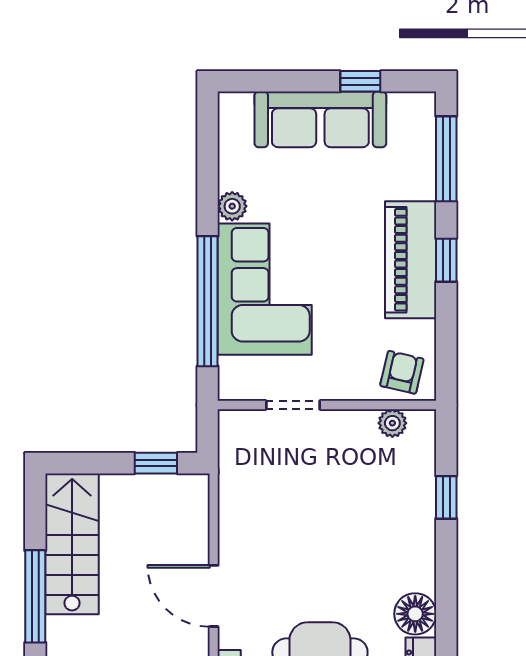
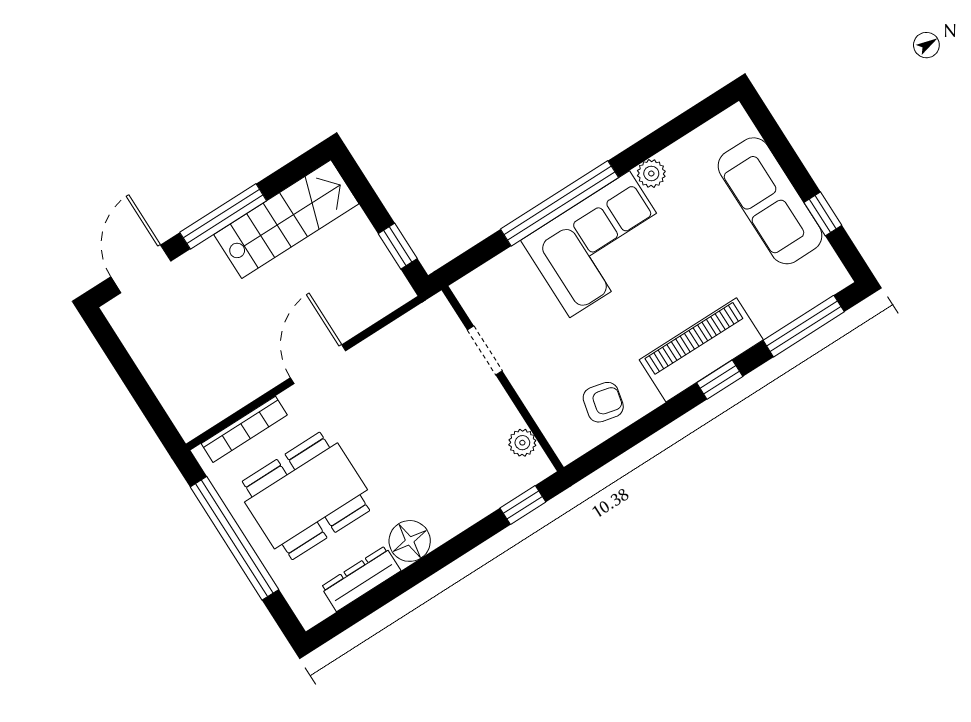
doorway: (293, 405) -> (485, 351), moved
wall: (327, 405) -> (503, 379), moved
plant: (392, 423) -> (522, 443), moved

